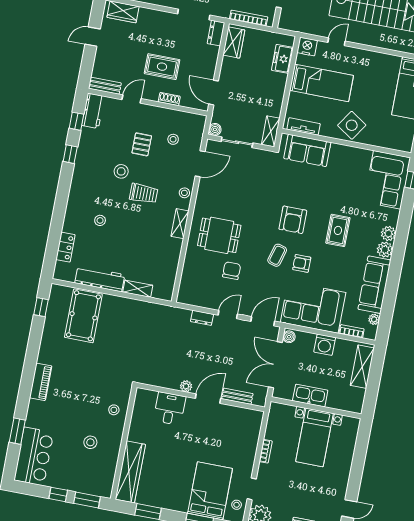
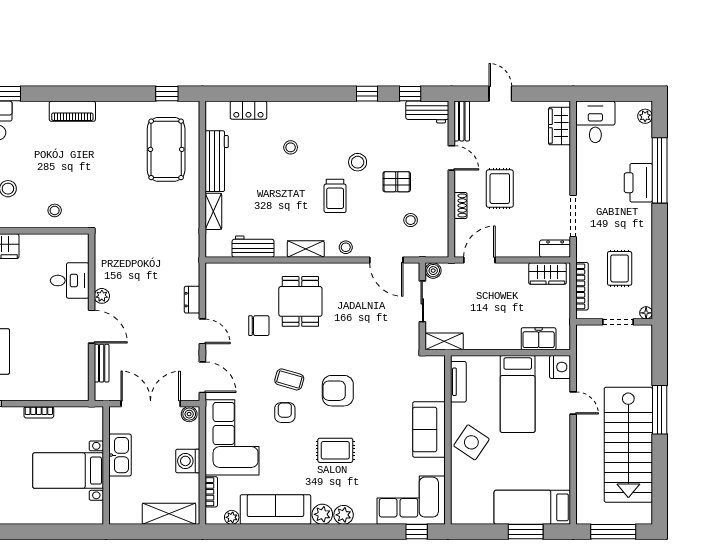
door: (93, 37) -> (500, 94), moved
sofa: (307, 150) -> (429, 430), moved
workbench: (170, 264) -> (253, 247), added
pool table: (83, 316) -> (166, 149), turned 90

